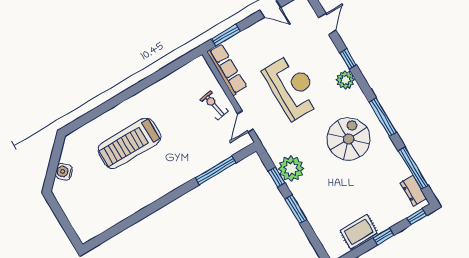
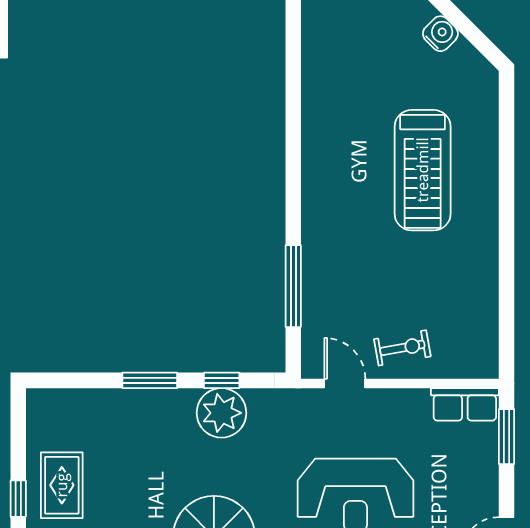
row of seats: (227, 70) -> (465, 404), width x0.68
treadmill: (129, 143) -> (423, 170), turned 180
rug: (359, 232) -> (62, 485), moved

